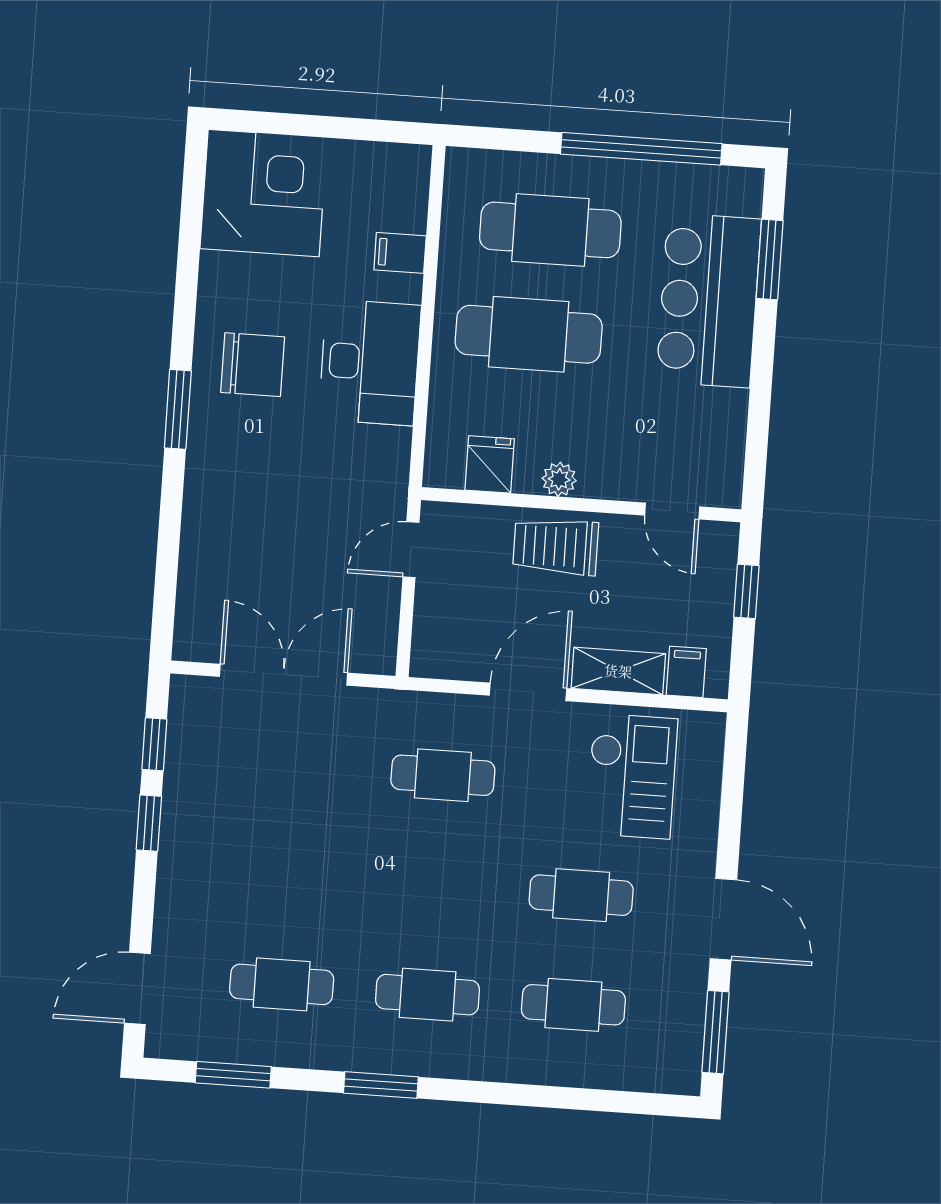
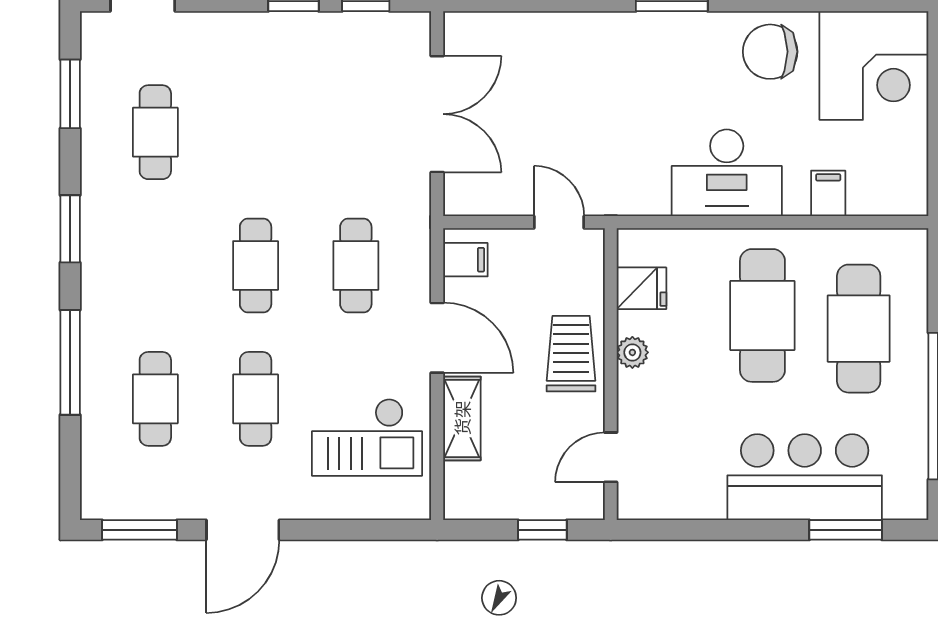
chair: (253, 365) -> (770, 52), moved, turned 90
filing cabinet: (686, 672) -> (465, 260), moved
cafe table: (428, 995) -> (256, 266), moved
window: (527, 1095) -> (70, 362), added

